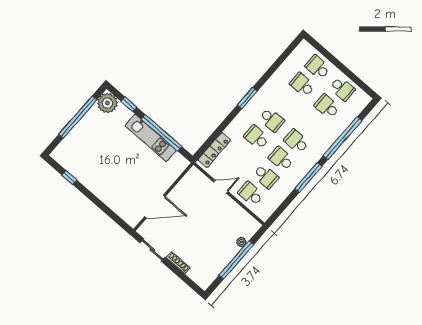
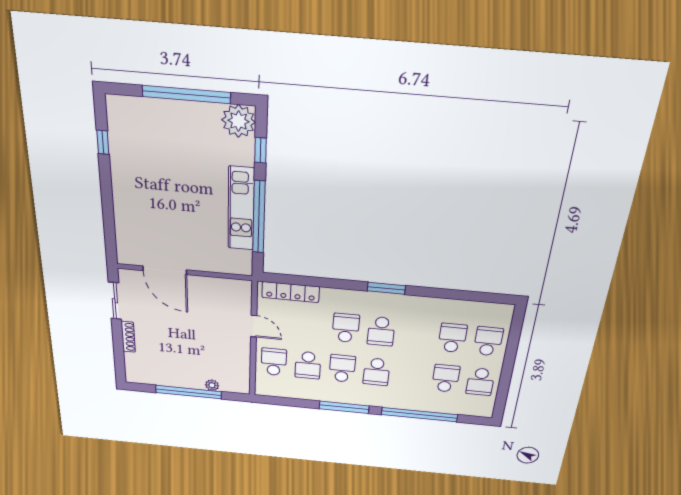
school desk: (296, 141) -> (377, 372), turned 180

